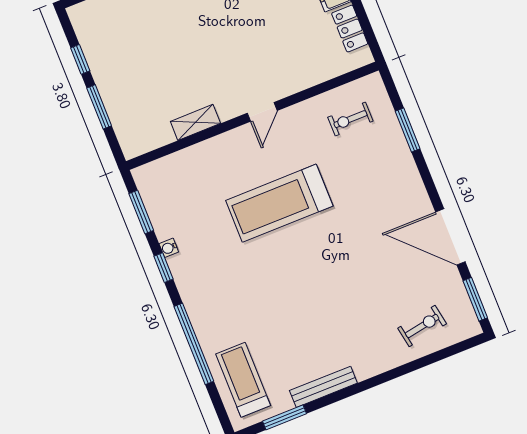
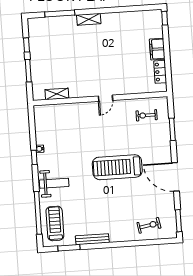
shelving: (195, 122) -> (57, 94), moved
treadmill: (279, 203) -> (117, 167), moved
window: (141, 212) -> (32, 127), removed
door: (450, 237) -> (175, 177), moved
weight bench: (217, 304) -> (54, 183), added
window: (194, 344) -> (38, 213), moved

